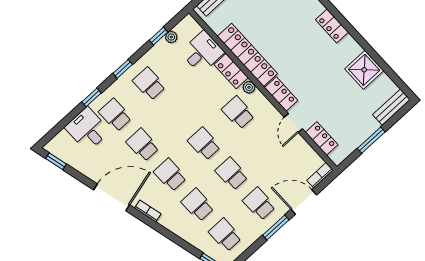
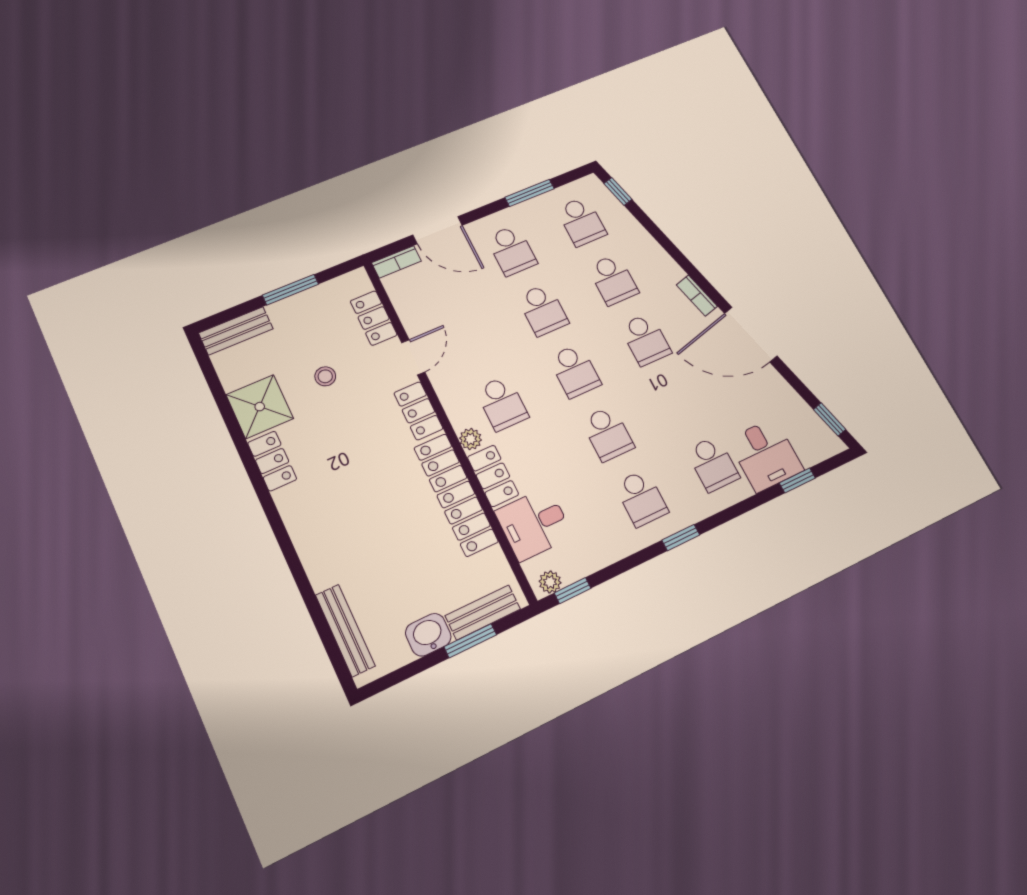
locker: (332, 26) -> (272, 461), moved
window: (158, 36) -> (573, 591), moved
plant: (171, 37) -> (550, 582), moved
window: (91, 97) -> (797, 480), moved
stool: (336, 97) -> (325, 376), added
school desk: (143, 145) -> (608, 434), moved
window: (276, 228) -> (530, 193), moved

